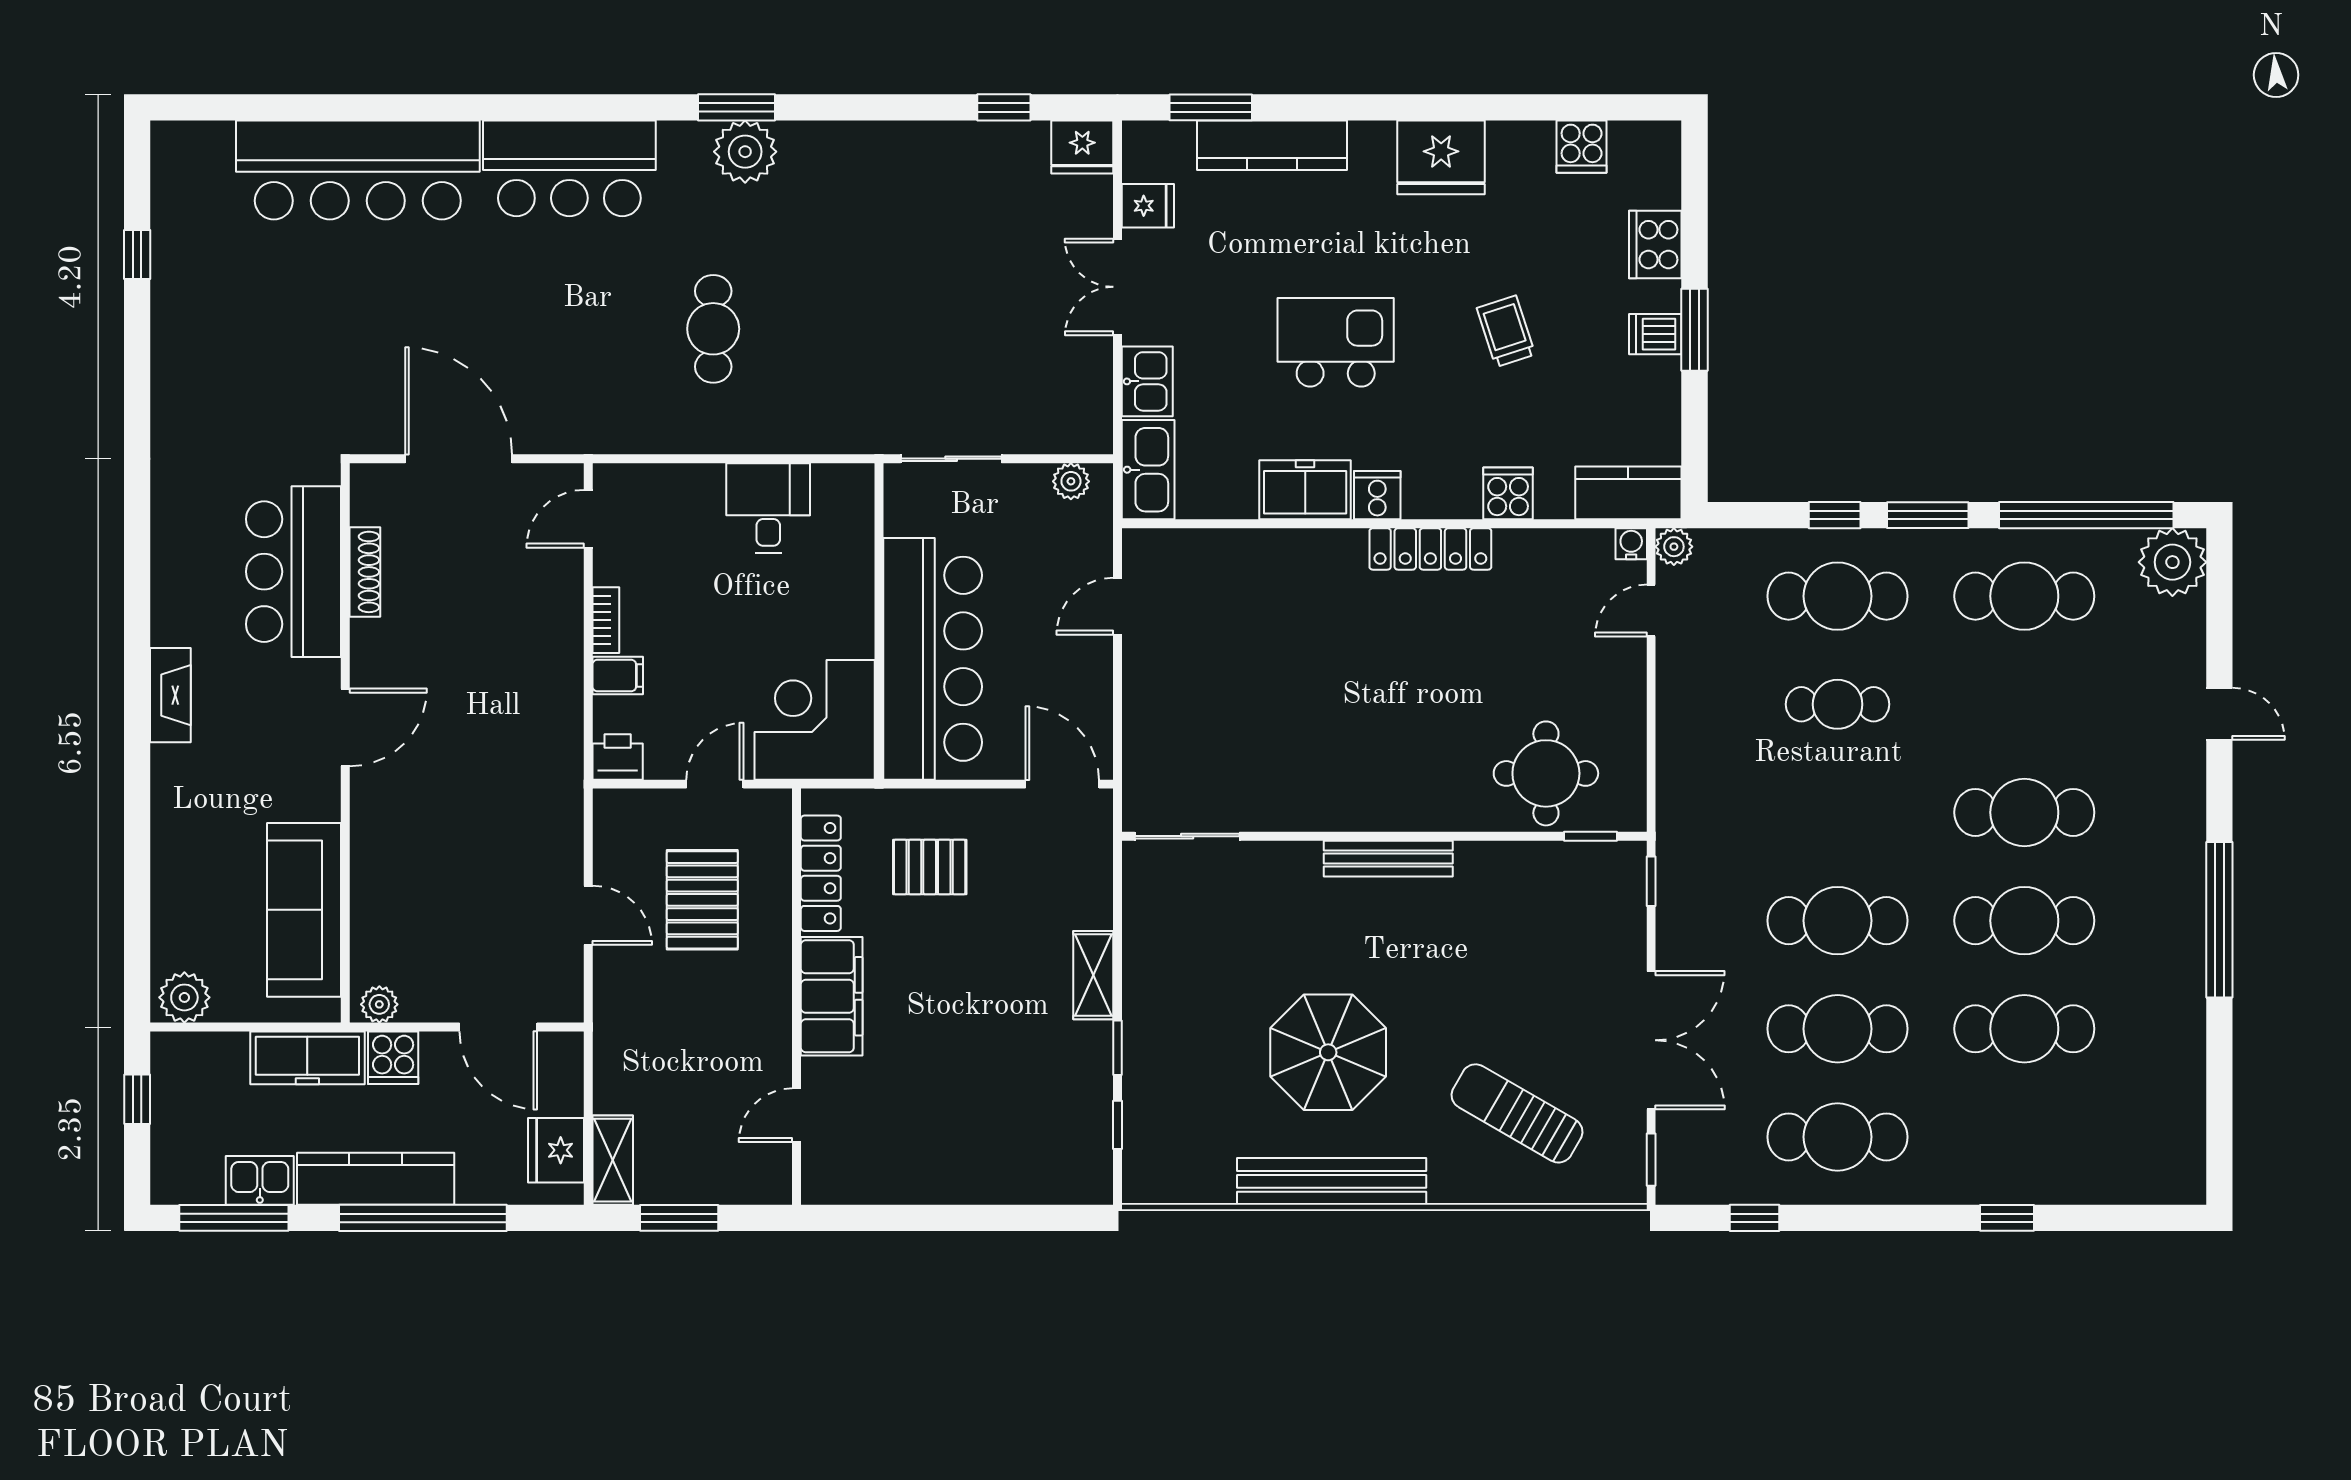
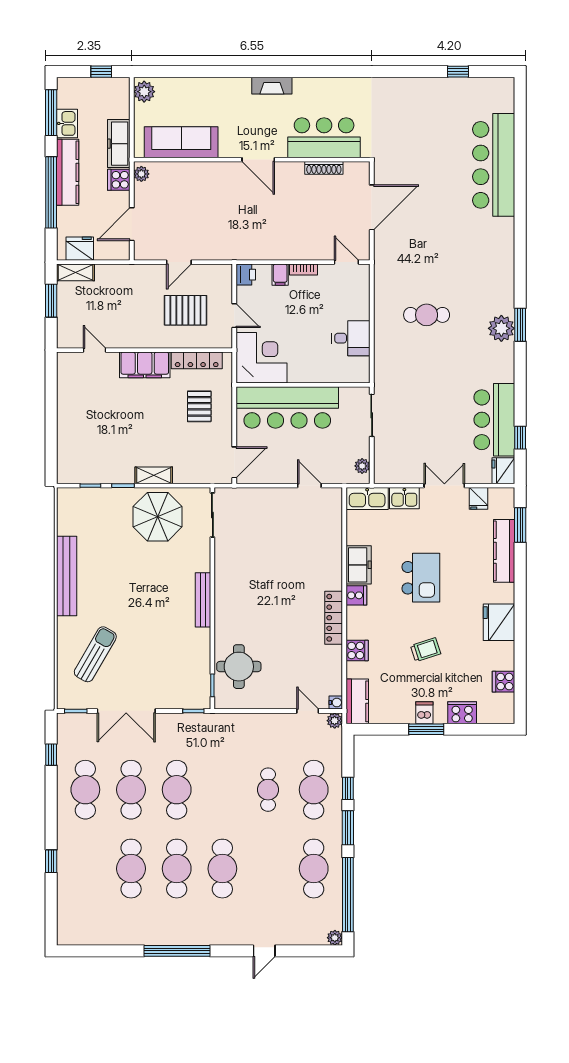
bar counter: (569, 168) -> (494, 420), moved
plant: (2172, 562) -> (335, 938), width x0.53, depth x0.53
parasol: (1328, 1052) -> (158, 517), moved

